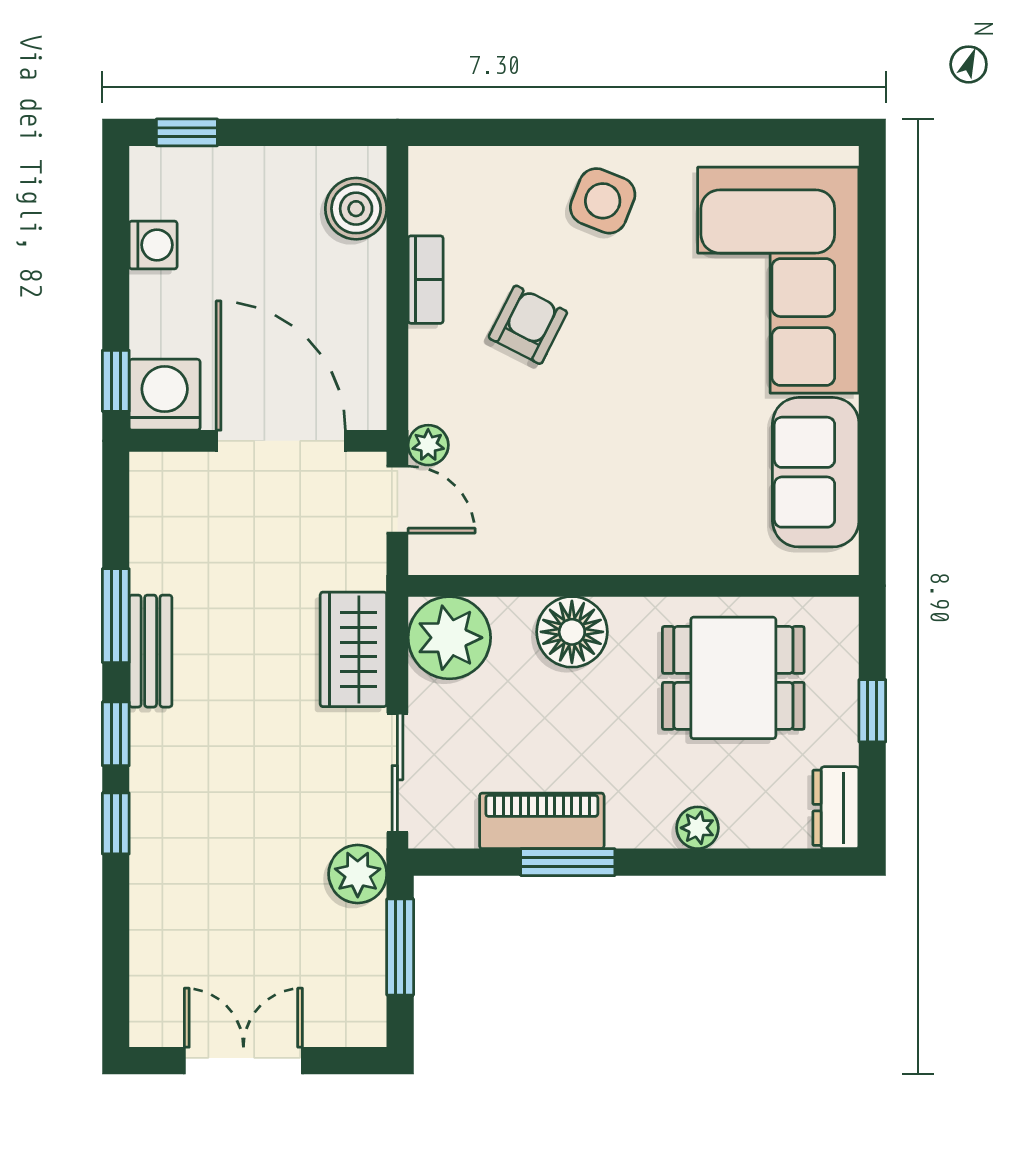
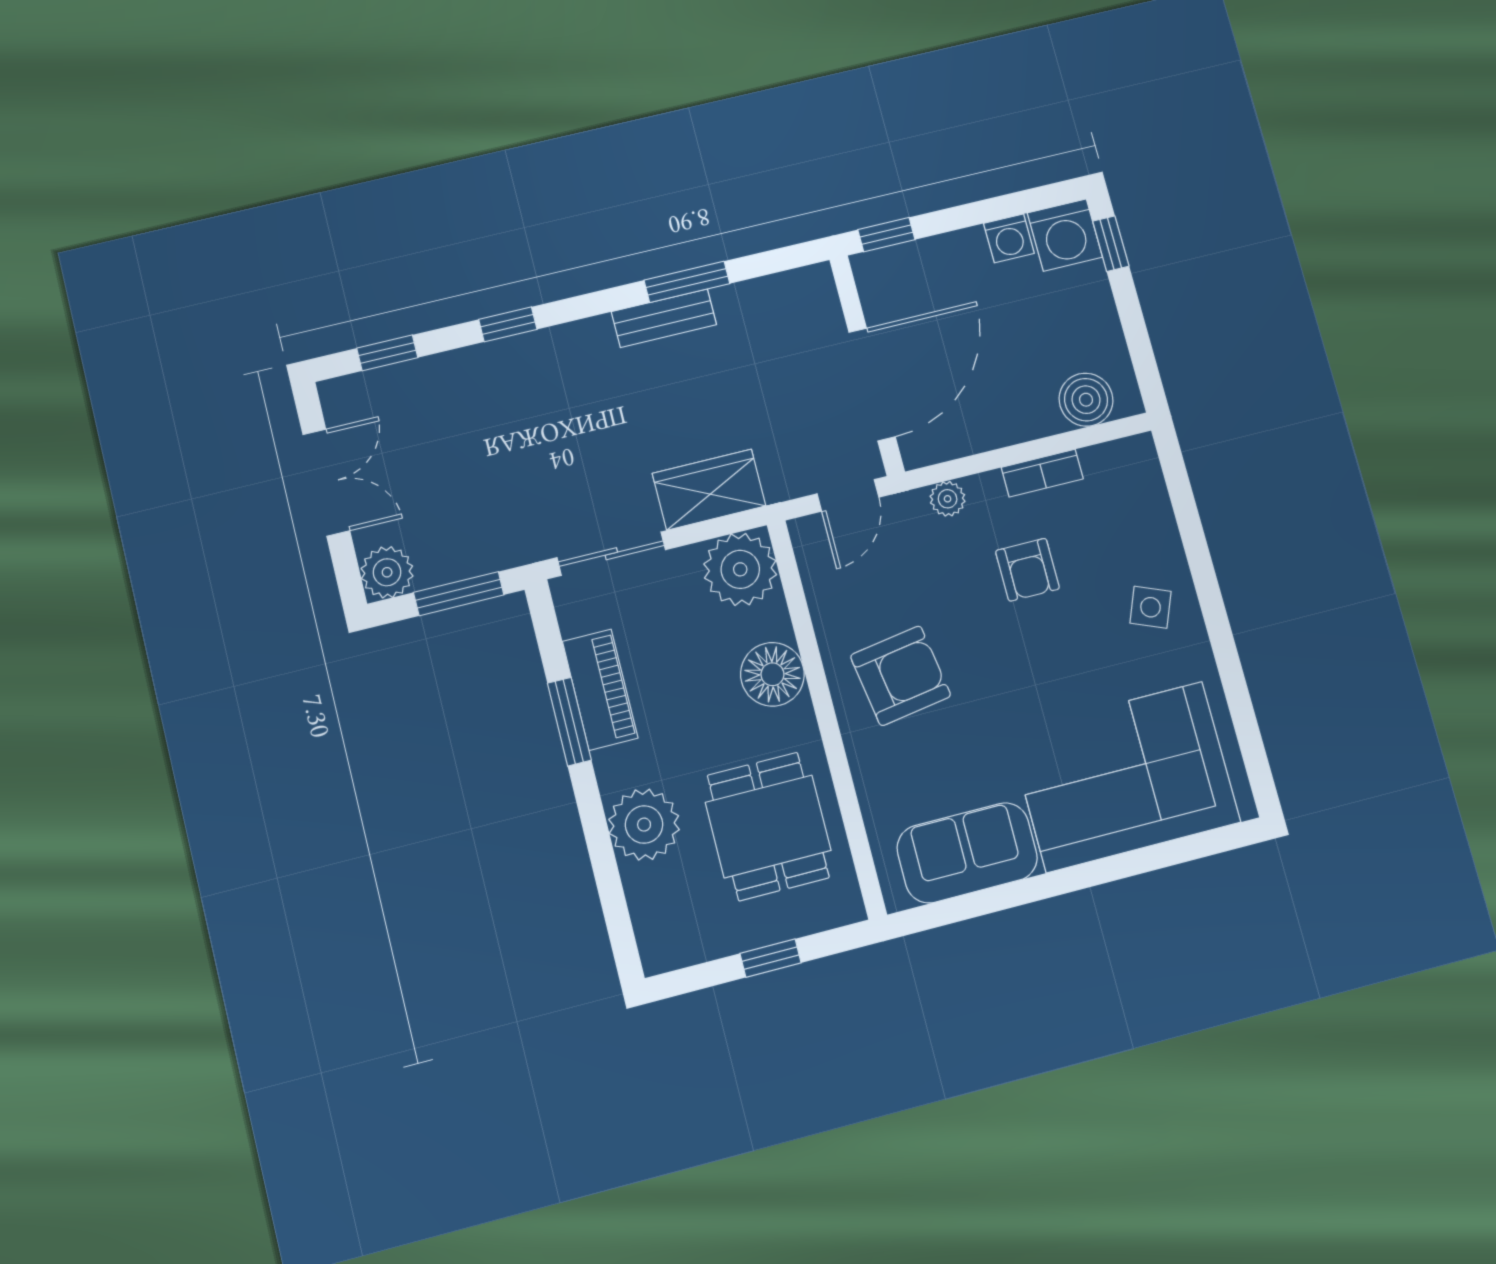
side table: (603, 201) -> (1151, 607), width x0.73, depth x0.73
armchair: (528, 325) -> (1027, 570), turned 63
washing machine: (165, 395) -> (1065, 235), moved, turned 90
plant: (428, 445) -> (948, 499), moved
armchair: (608, 494) -> (901, 676), added
window: (116, 734) -> (387, 353), moved
dresser: (836, 808) -> (676, 948), removed
plant: (698, 828) -> (644, 825), width x1.88, depth x1.88
plant: (358, 874) -> (387, 572), moved

